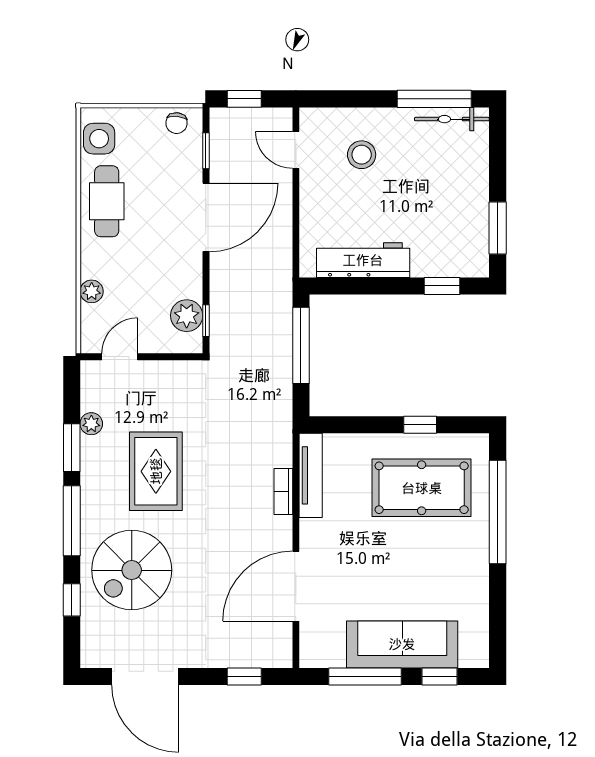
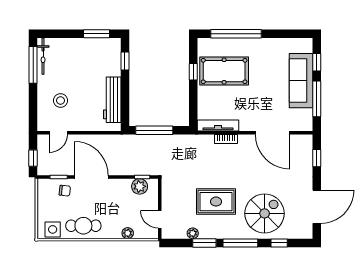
chair: (177, 123) -> (65, 191), moved
pool table: (422, 488) -> (224, 71), turned 90
spiral stairs: (132, 570) -> (265, 213), turned -90

